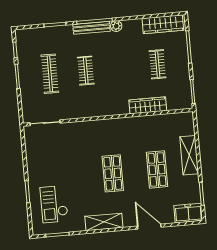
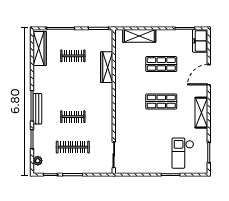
plant: (116, 26) -> (38, 161), moved
shelving: (189, 155) -> (139, 36), moved
checkout: (54, 204) -> (183, 153), turned 90

